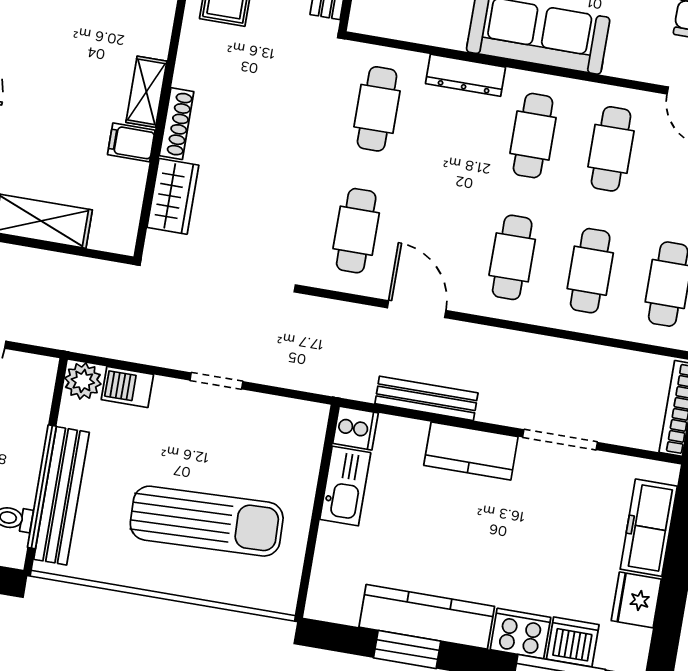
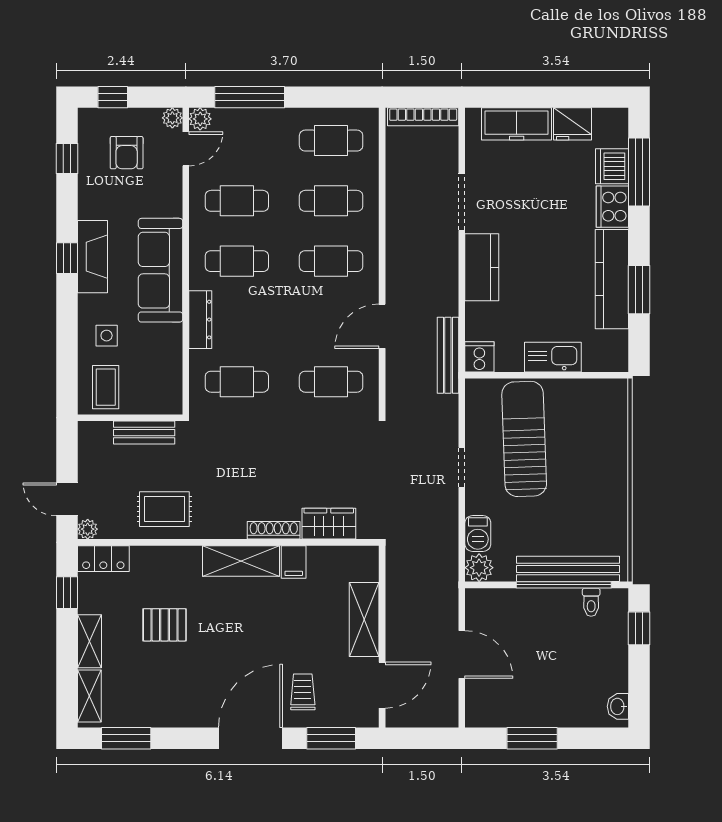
shelving: (146, 92) -> (241, 561), width x1.50, depth x1.33
bench: (426, 398) -> (448, 355), moved
kitchen sink: (345, 486) -> (553, 357), moved
sun lounger: (207, 521) -> (524, 439), moved

